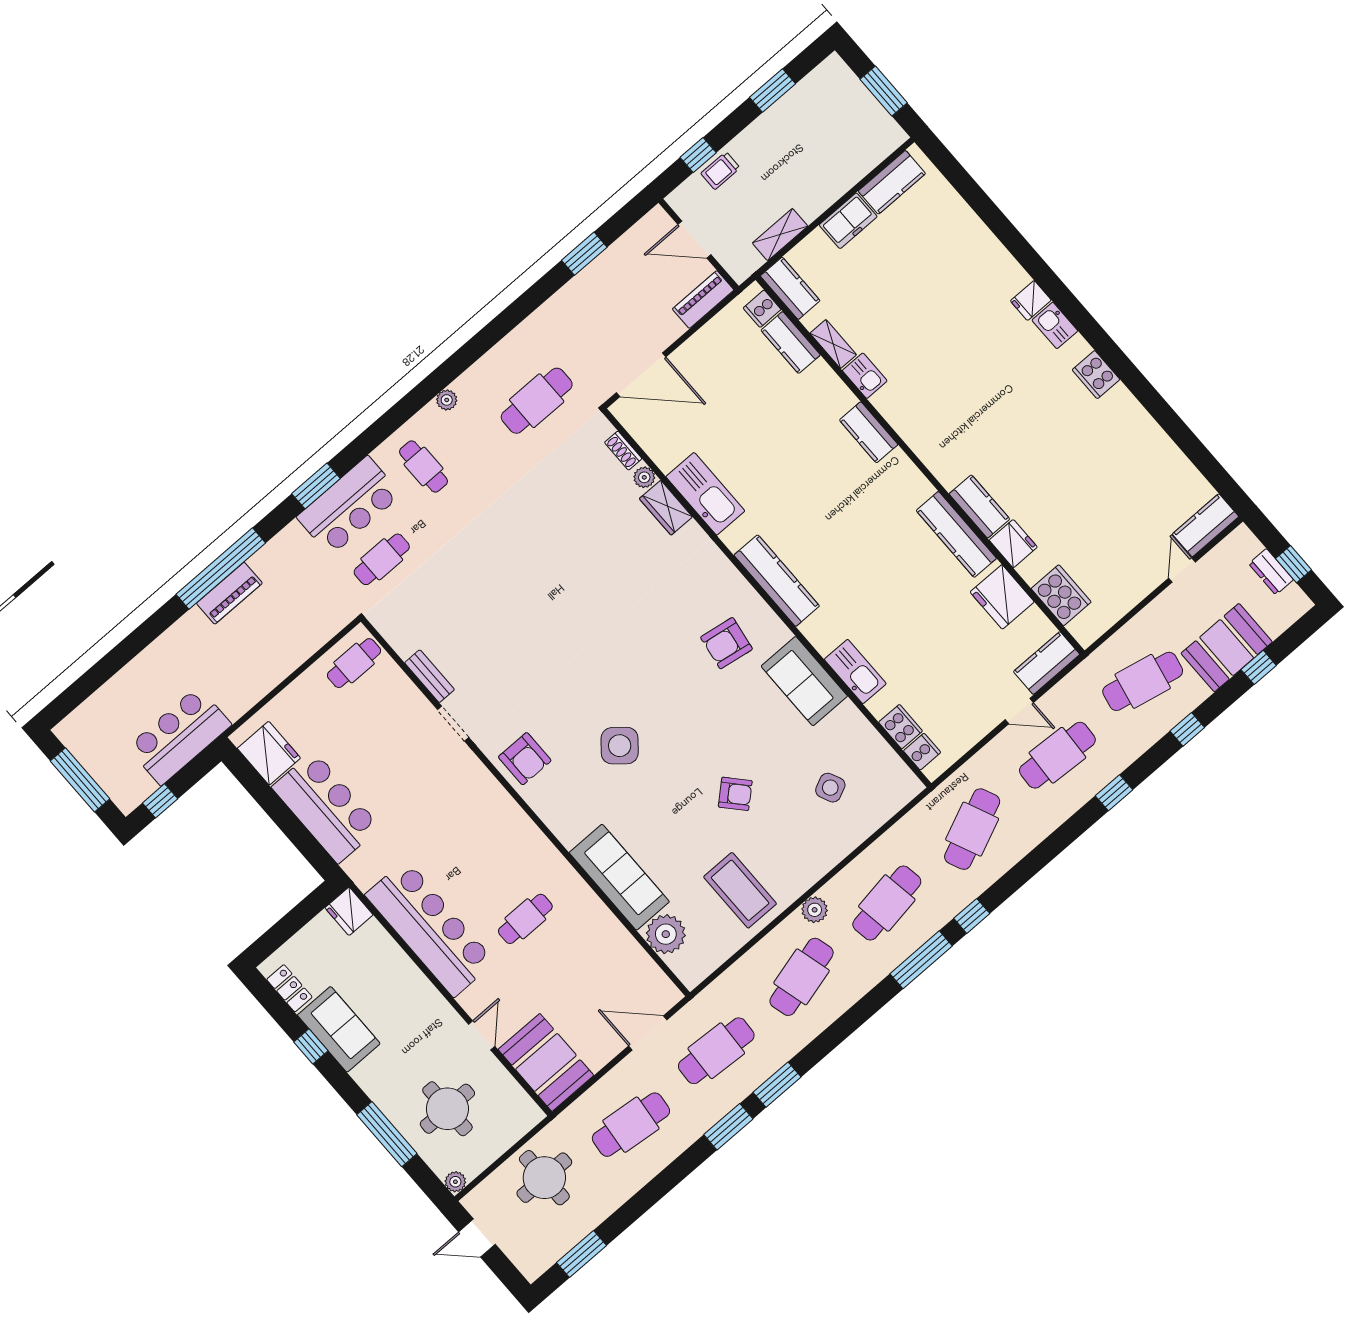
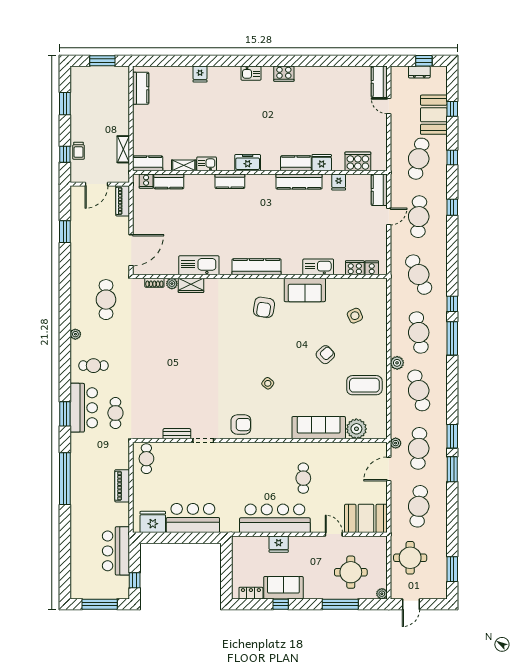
freezer: (848, 221) -> (248, 163), moved, turned -90
fridge: (1031, 301) -> (200, 74), moved
piano: (229, 593) -> (122, 486), moved, turned 180
fridge: (1002, 597) -> (339, 182), width x0.53, depth x0.75
side table: (620, 746) -> (268, 383), width x0.54, depth x0.54
fridge: (349, 911) -> (279, 544), moved
plant: (695, 1010) -> (396, 443), added

